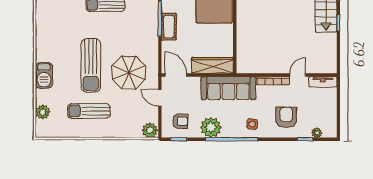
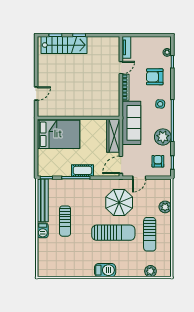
barbecue: (44, 75) -> (105, 270), moved
door: (298, 75) -> (121, 68), swing flipped
plant: (150, 130) -> (165, 207), moved

